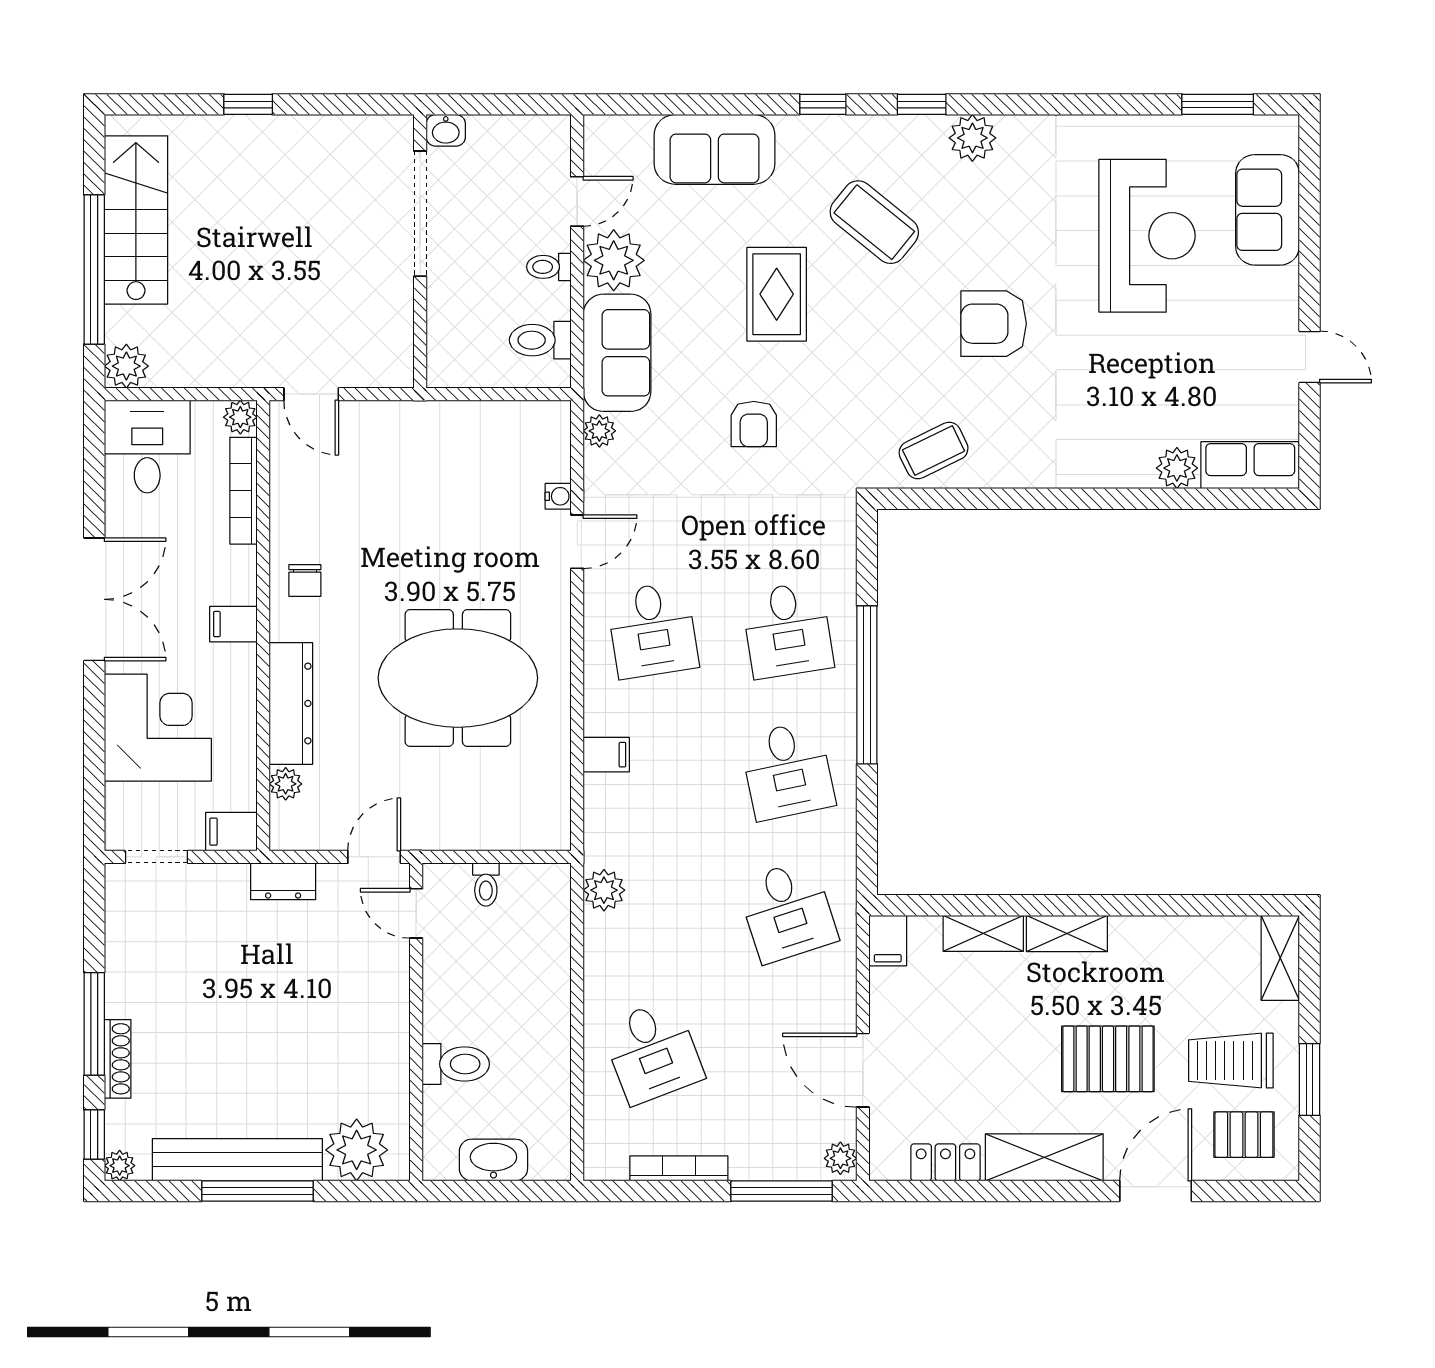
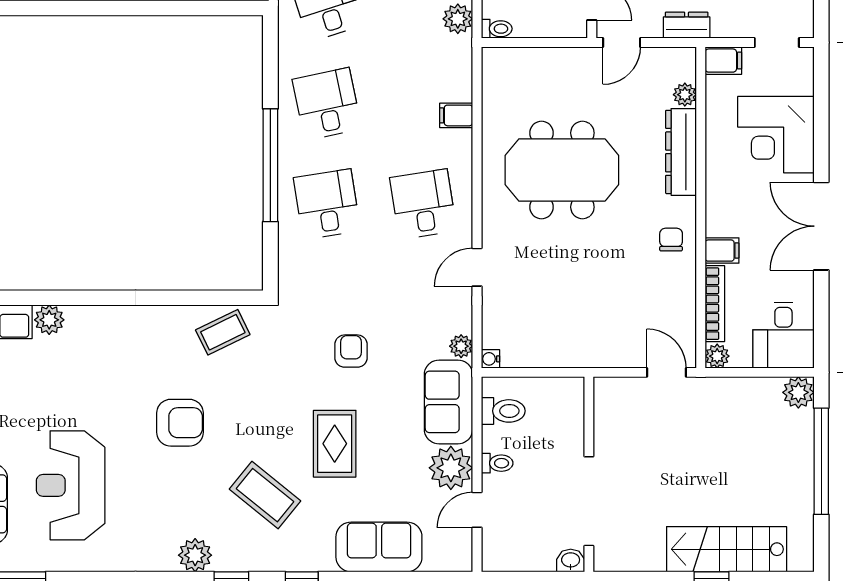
stairs: (136, 220) -> (727, 549), moved, turned 90
water cooler: (558, 496) -> (490, 359), moved
filing cabinet: (233, 624) -> (722, 251), moved
toilet: (486, 885) -> (497, 29), moved, turned 90

